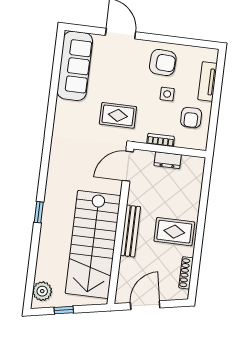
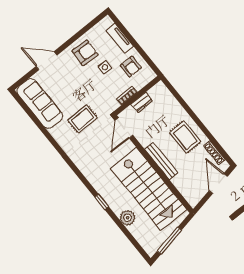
rug: (118, 115) -> (83, 119), moved
rug: (174, 232) -> (185, 137), turned 90
plant: (42, 291) -> (128, 218), moved
door: (145, 305) -> (218, 184), moved
window: (64, 310) -> (169, 240), width x2.17

